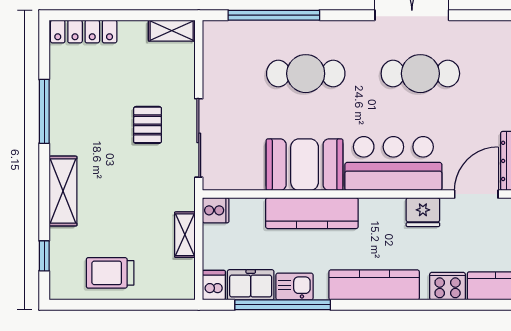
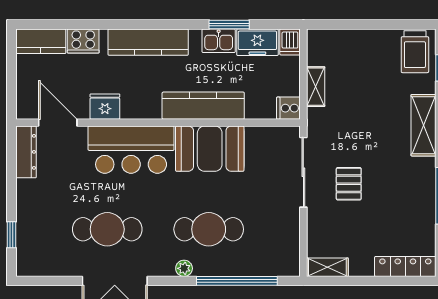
plant: (334, 29) -> (184, 268), added
door: (476, 194) -> (58, 123), swing flipped
trolley: (110, 273) -> (415, 52), moved, turned 90
window: (283, 305) -> (229, 24), width x0.47

